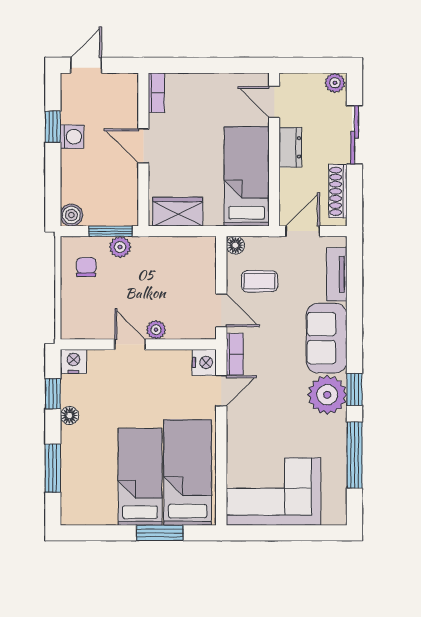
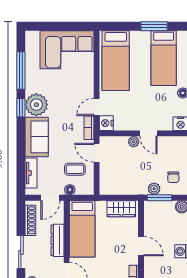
dresser: (290, 147) -> (57, 240), width x1.44
floor lamp: (235, 245) -> (70, 190), moved
bed: (140, 477) -> (164, 58), moved
window: (160, 533) -> (154, 26), moved

